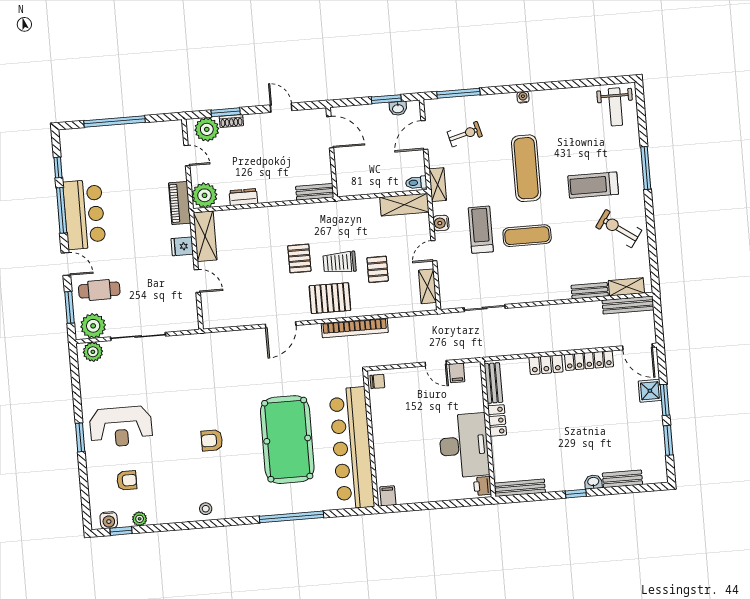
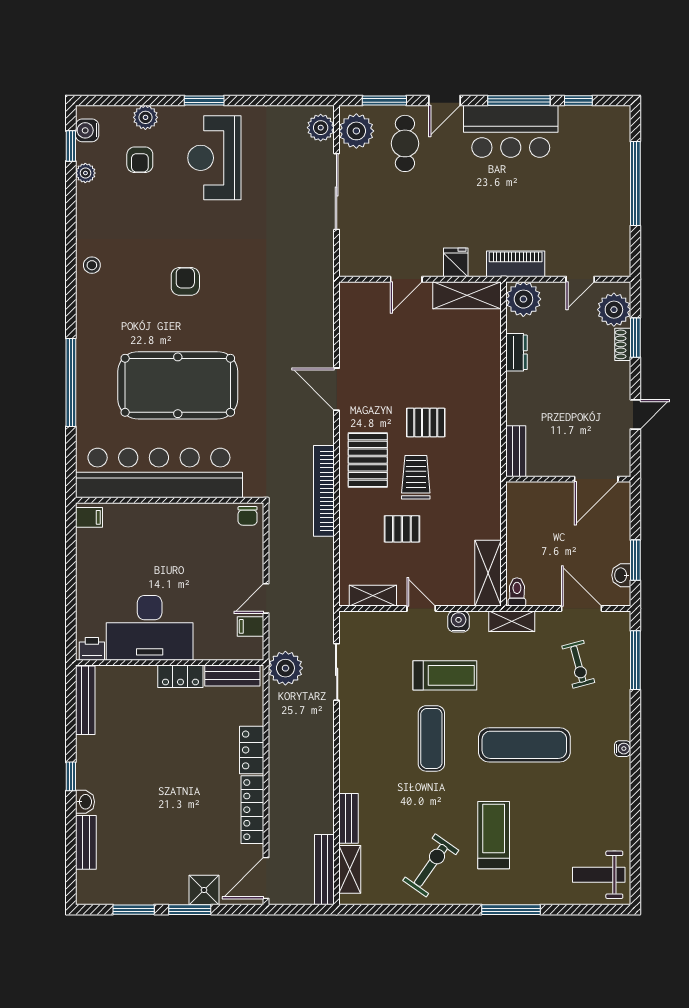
plant: (485, 345) -> (285, 668), added
plant: (96, 479) -> (145, 117), added

